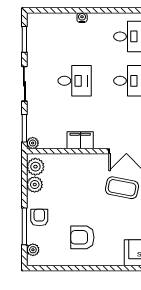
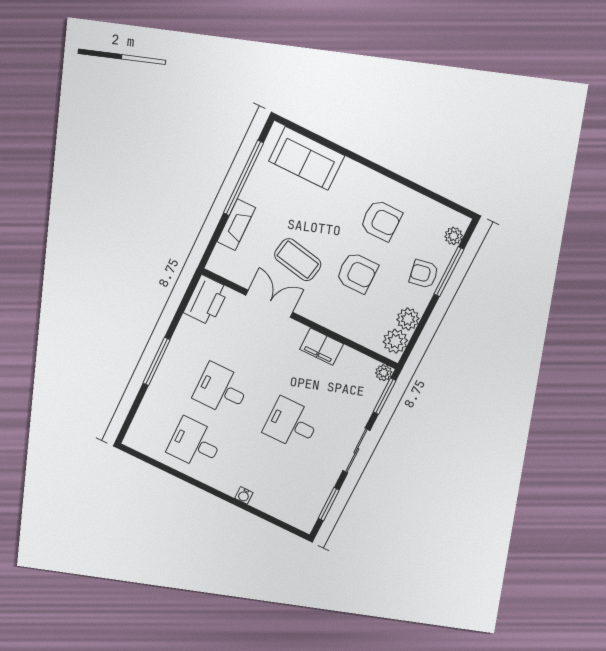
armchair: (81, 198) -> (357, 273), added
armchair: (39, 218) -> (424, 274), turned 80

